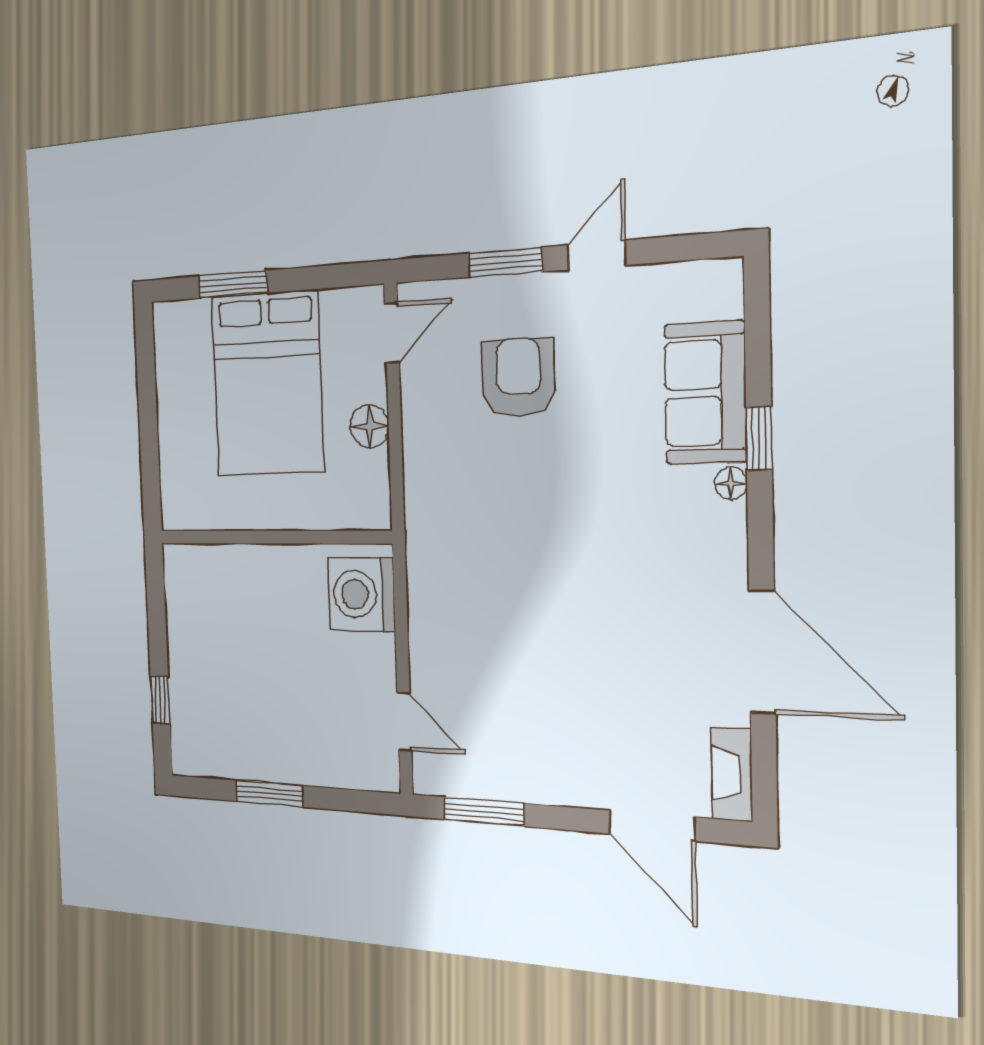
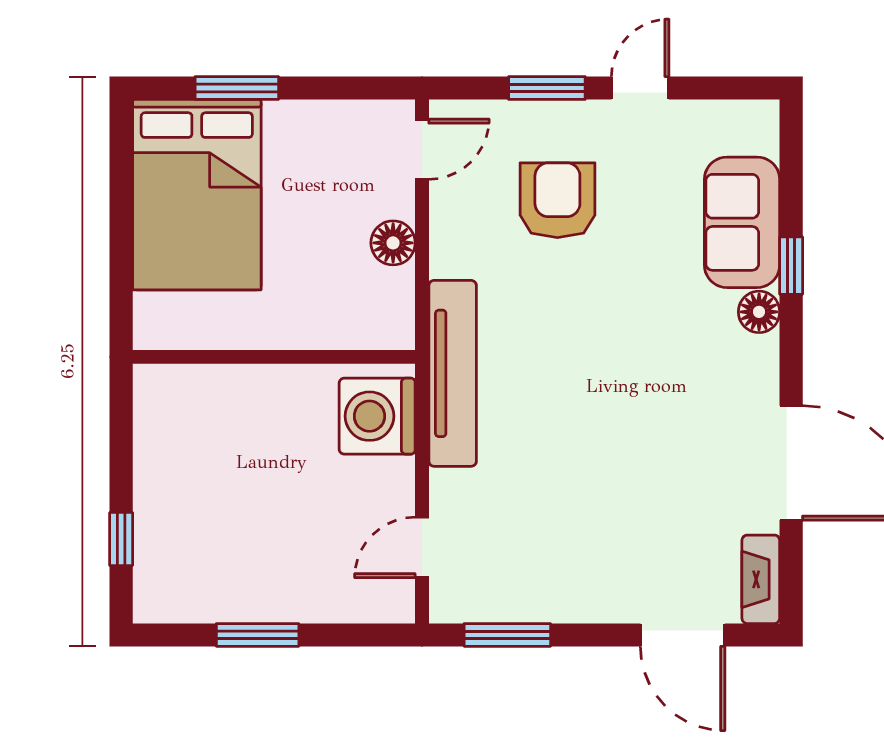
bed: (267, 384) -> (197, 195), moved
floor lamp: (731, 483) -> (759, 312), width x1.37, depth x1.37
tv unit: (426, 553) -> (453, 373), added
door: (404, 722) -> (422, 547), swing flipped

